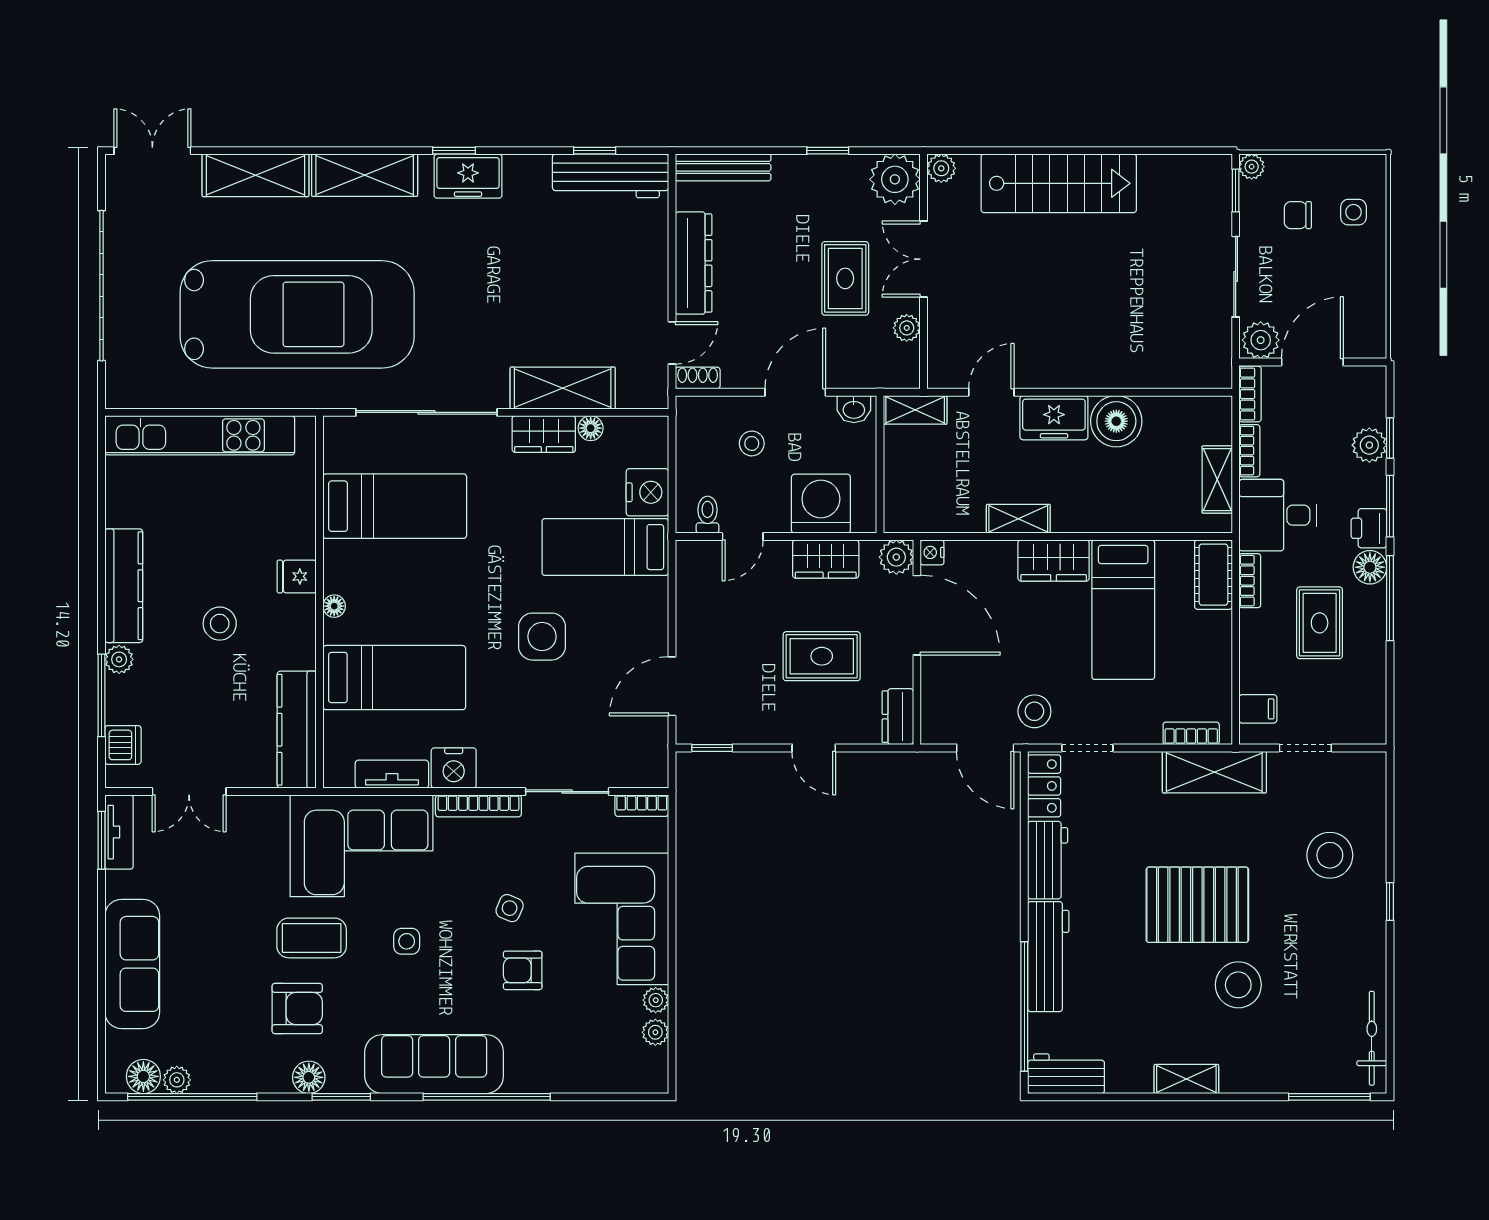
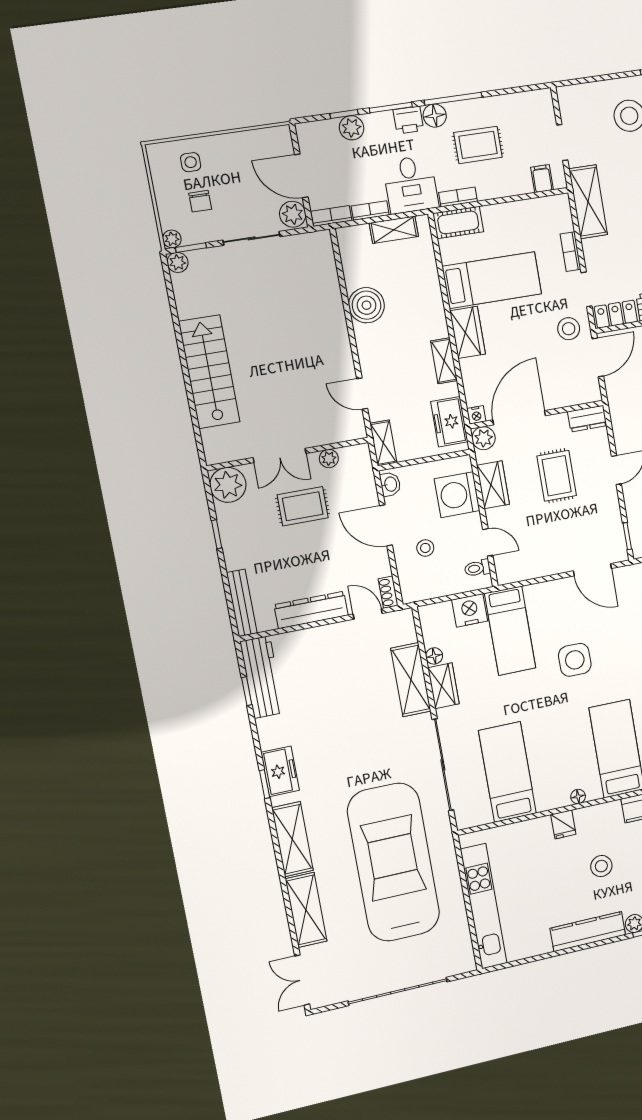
plant: (941, 168) -> (178, 262), moved
freezer: (1054, 418) -> (449, 422), moved, turned 180
bookcase: (1191, 733) -> (571, 252), moved

